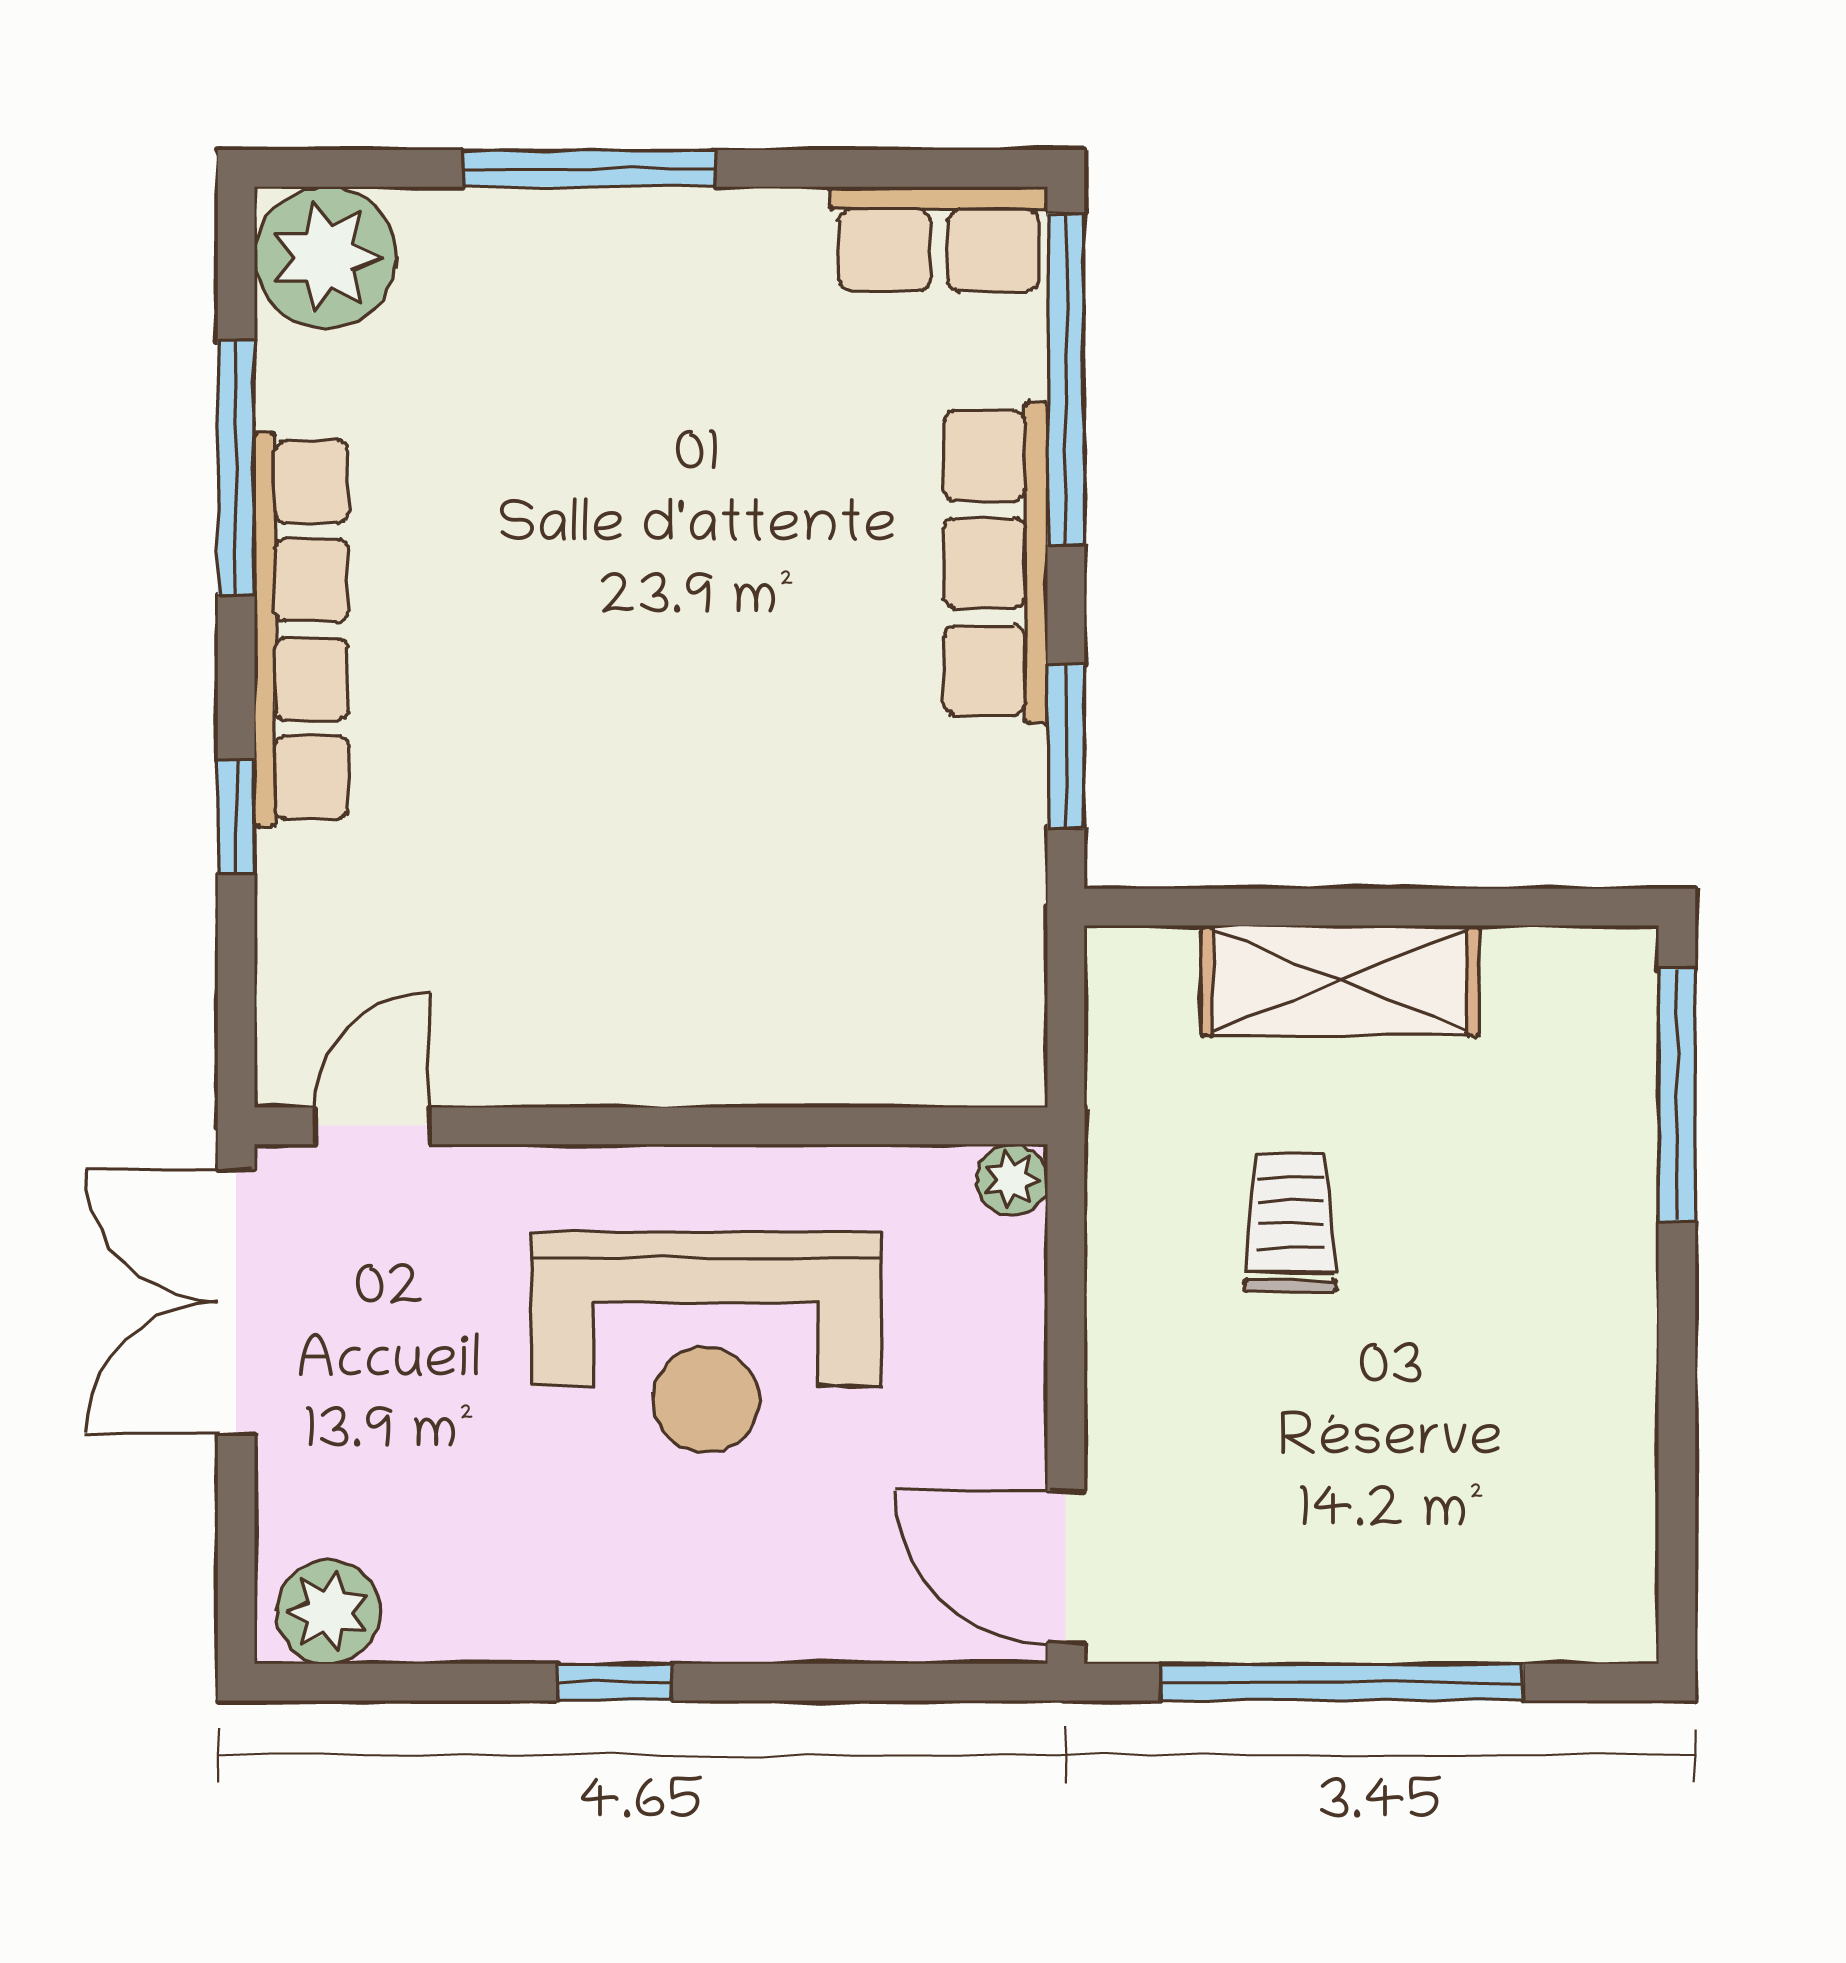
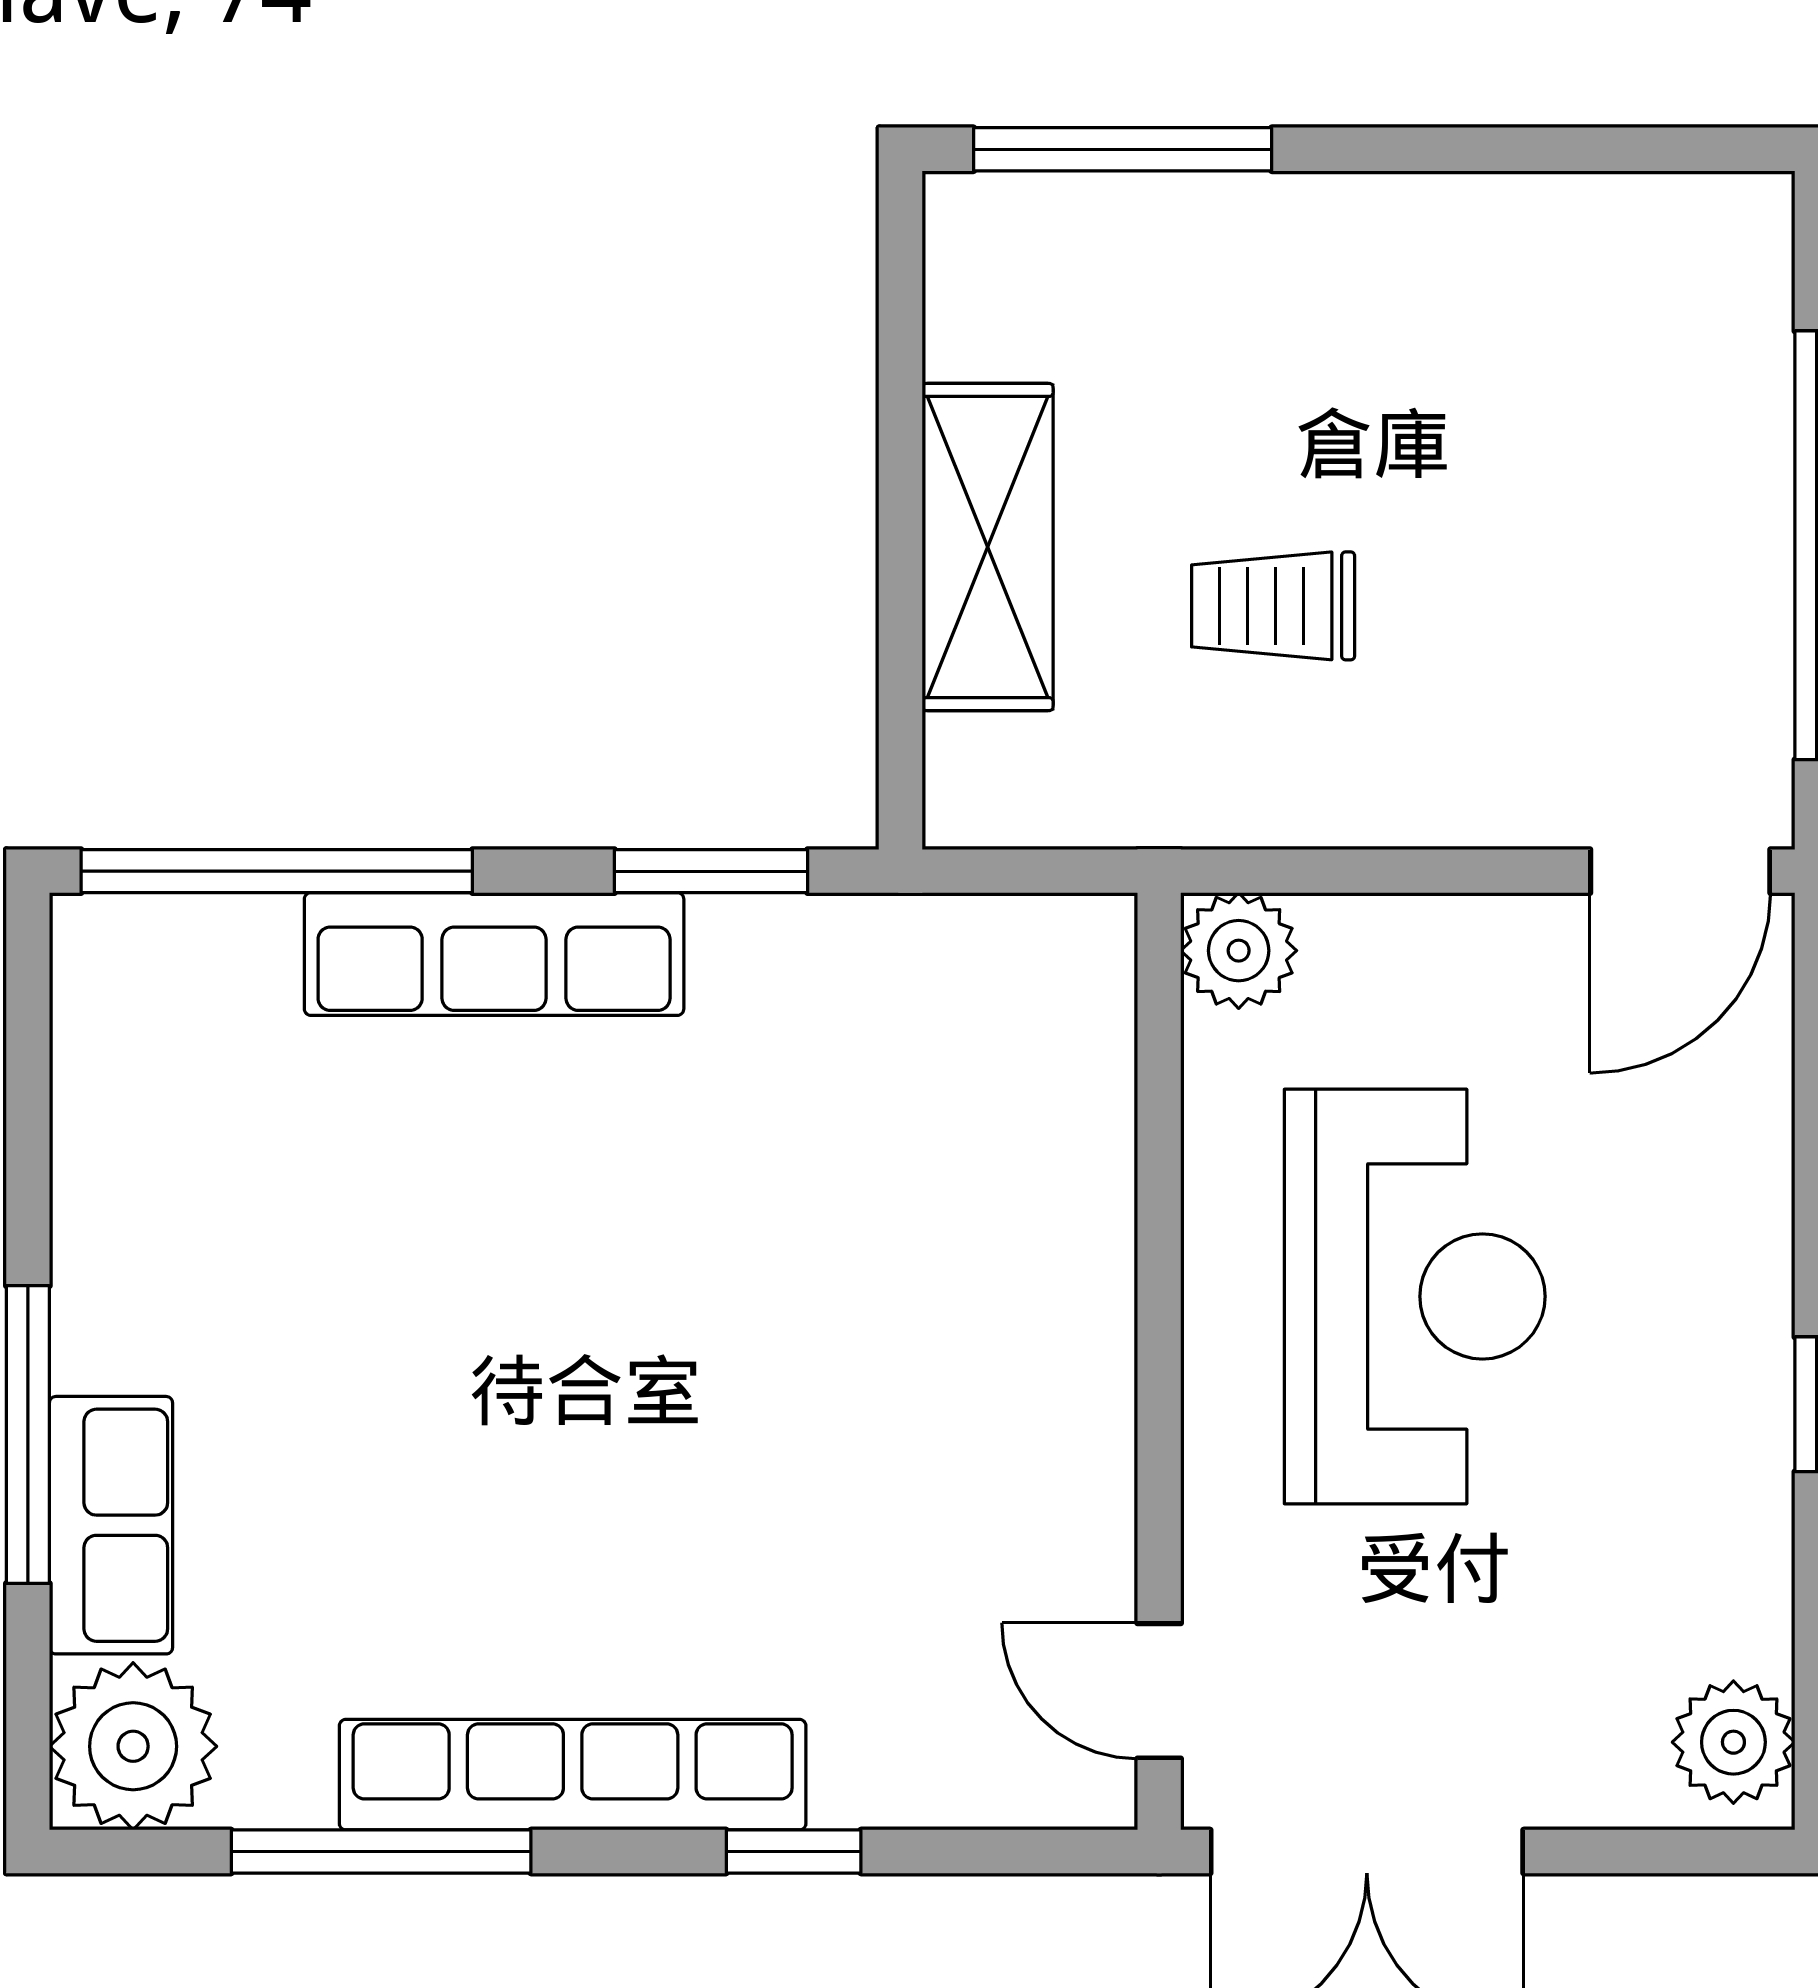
row of seats: (939, 239) -> (111, 1525), moved
plant: (1012, 1180) -> (1239, 951), width x1.38, depth x1.38

